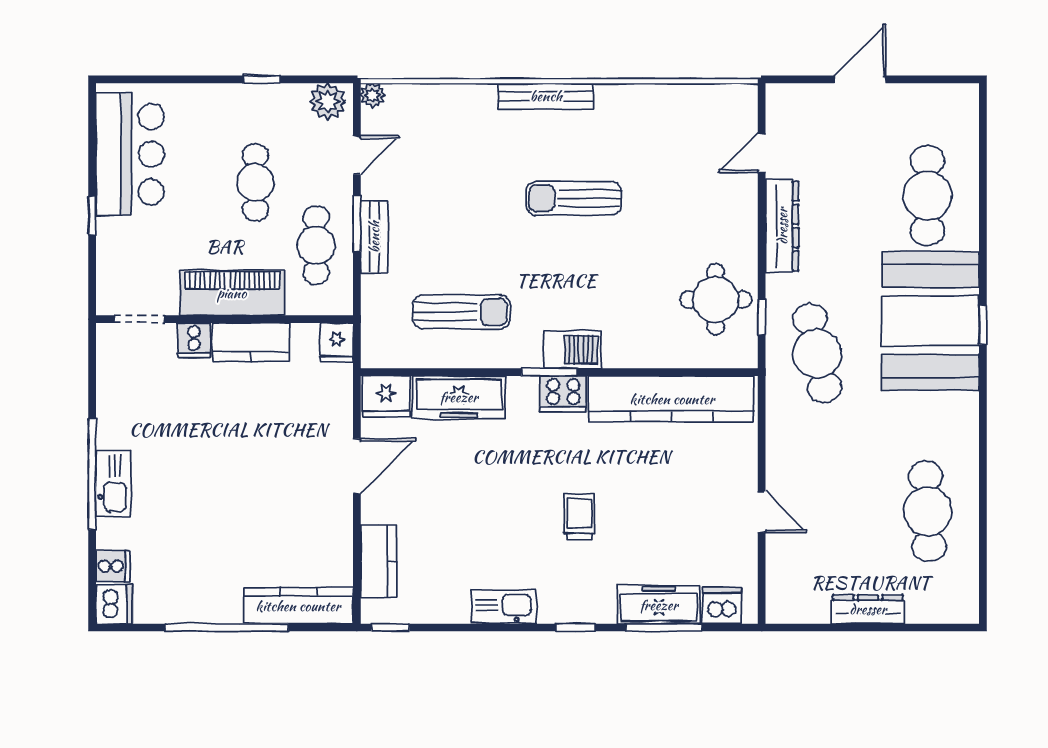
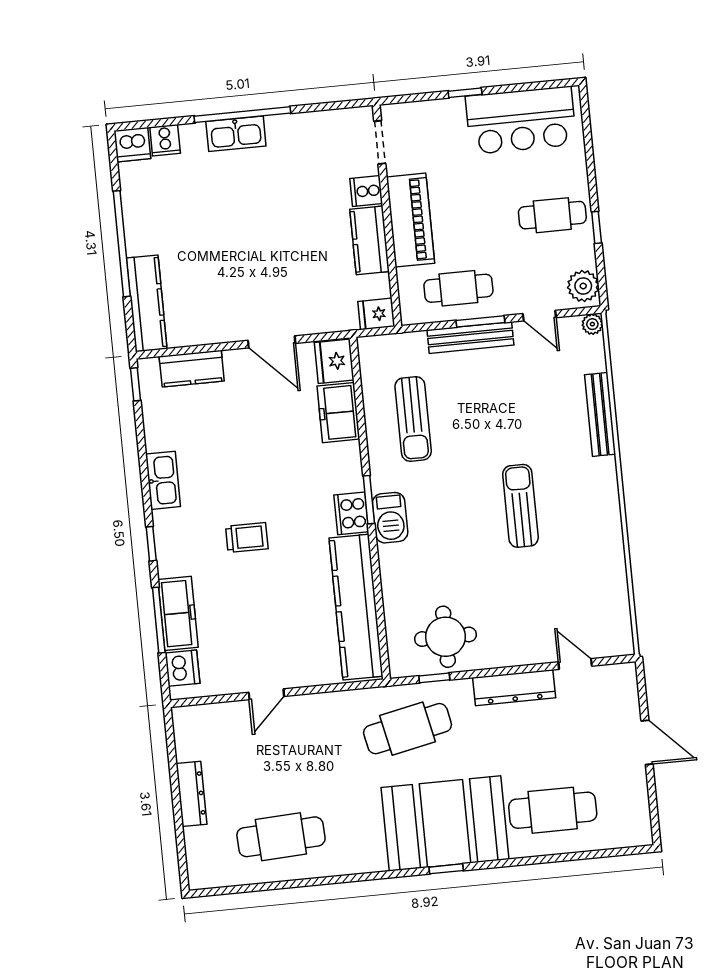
bench: (546, 96) -> (600, 414), moved
cafe table: (255, 182) -> (552, 215), moved
bench: (374, 237) -> (470, 338), width x1.36
freezer: (459, 397) -> (338, 413), width x0.71

